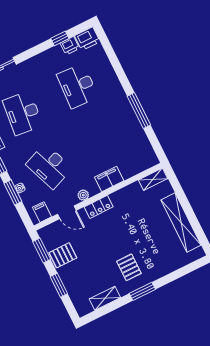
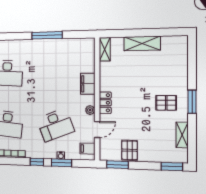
shelving: (181, 222) -> (142, 43), width x0.68
window: (59, 285) -> (172, 167), moved

